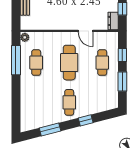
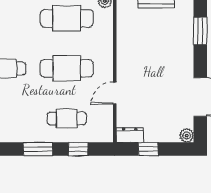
cafe table: (36, 63) -> (67, 18), width x1.37, depth x1.35

